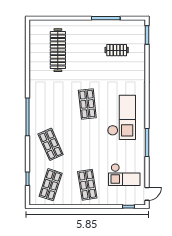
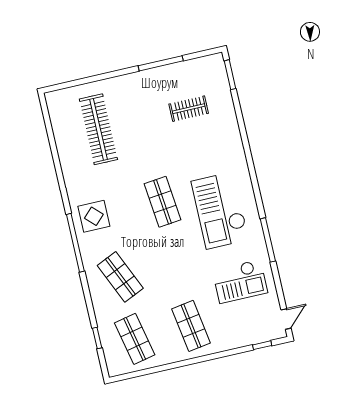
display table: (43, 103) -> (94, 216), added
checkout: (122, 117) -> (220, 210), turned 180
checkout: (124, 175) -> (240, 281), moved
shop shelf: (51, 185) -> (135, 339), turned -30

